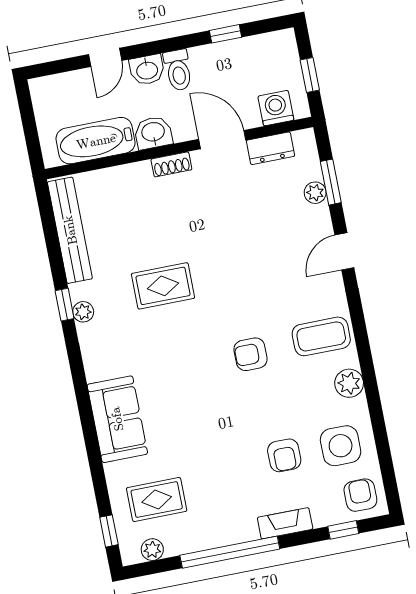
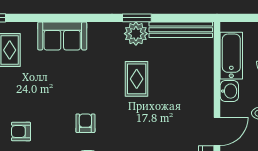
shoe rack: (171, 164) -> (208, 98), removed
window: (65, 305) -> (137, 18), width x1.50
plant: (83, 312) -> (136, 34), width x1.88, depth x1.88

